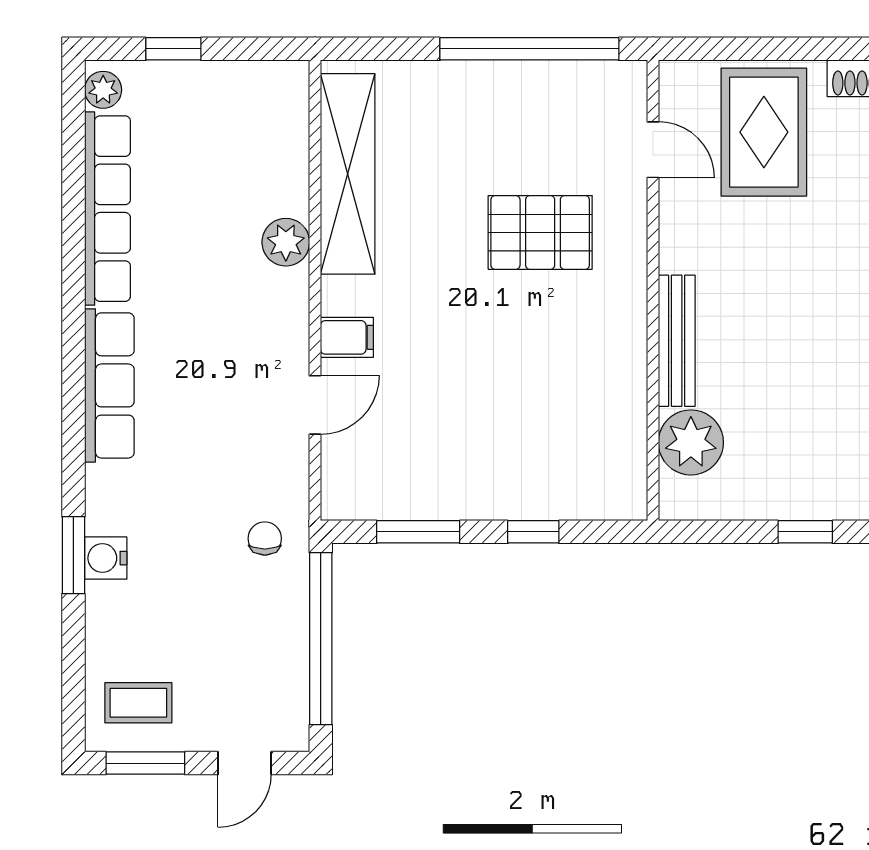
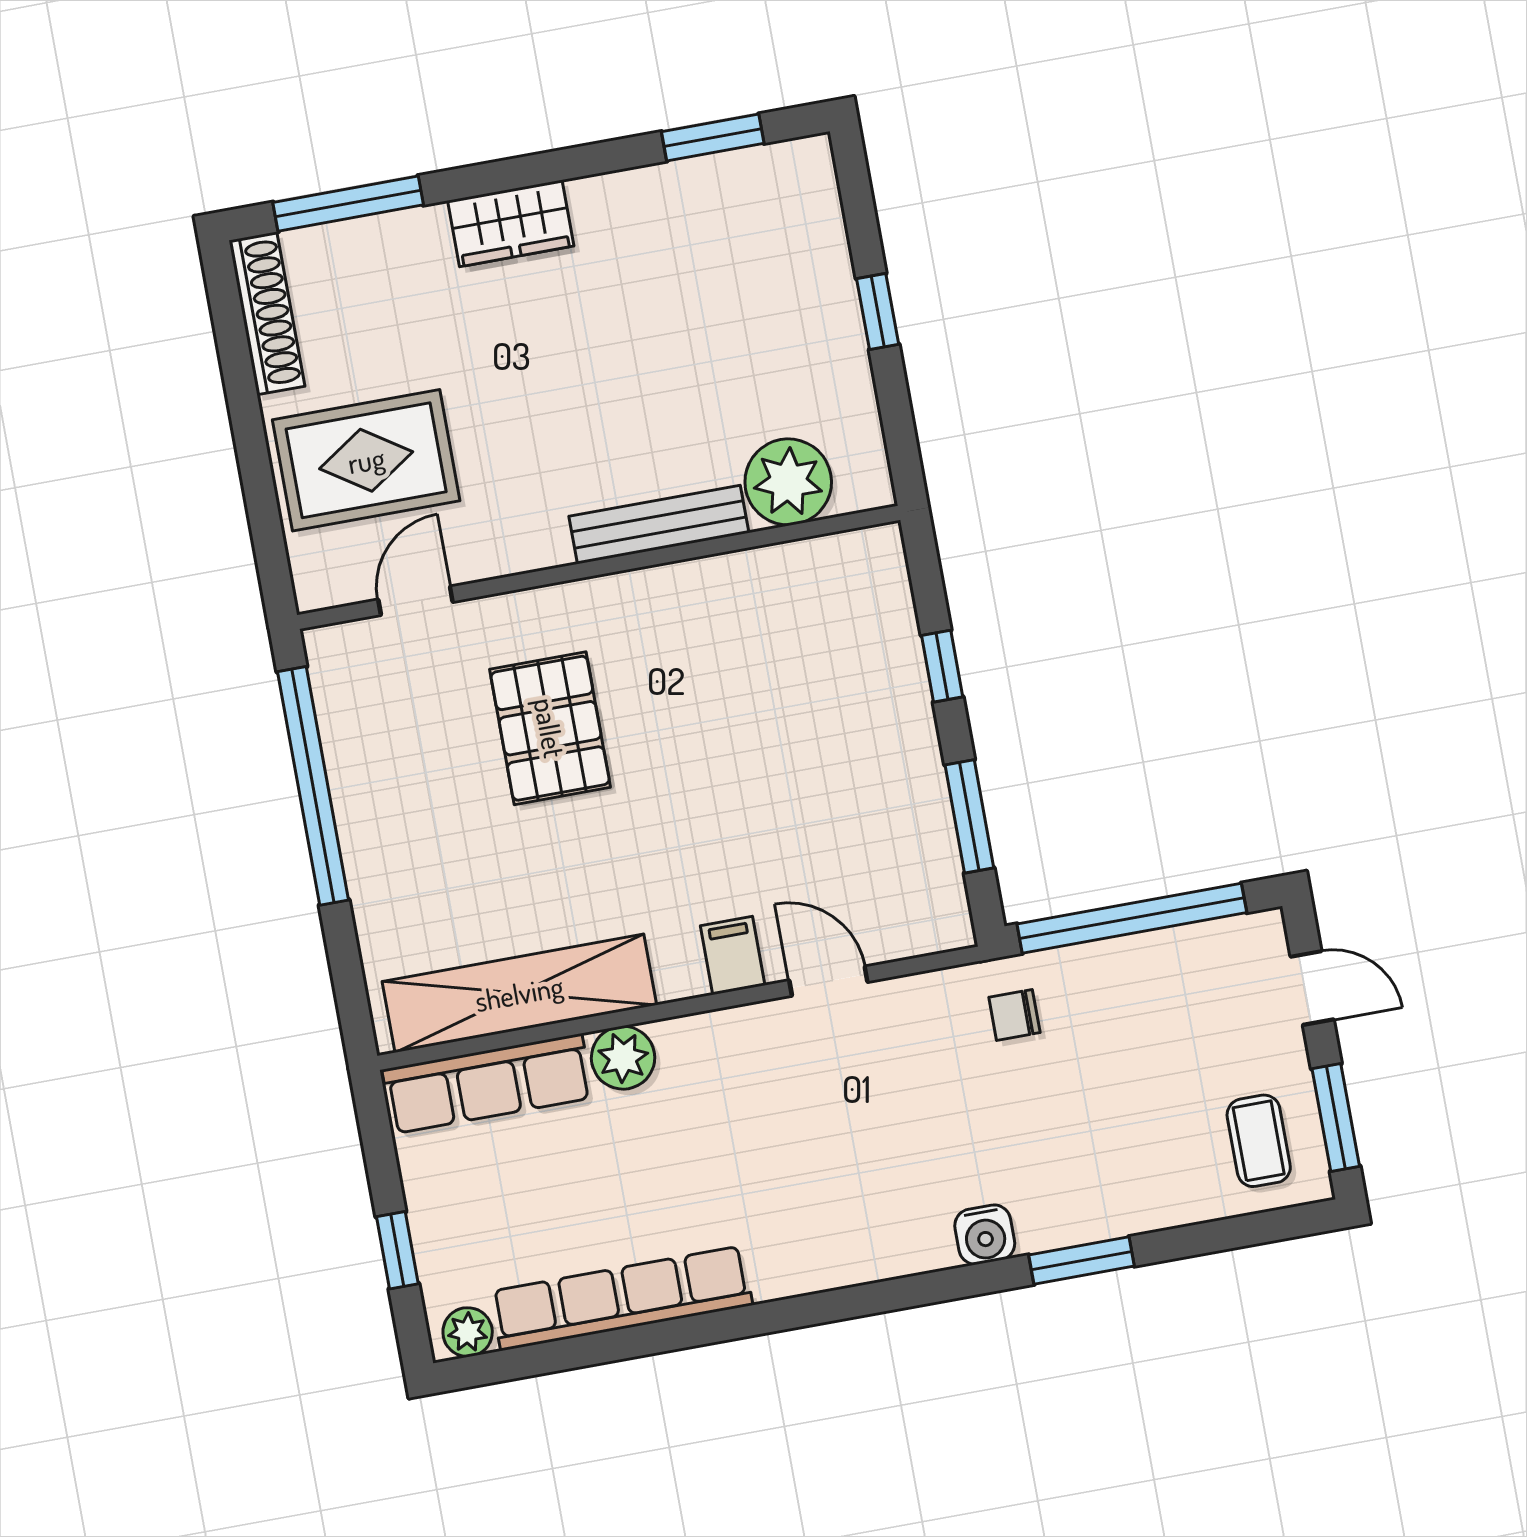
row of seats: (109, 385) -> (488, 1084), moved, turned 180
water cooler: (106, 558) -> (985, 1235), moved

